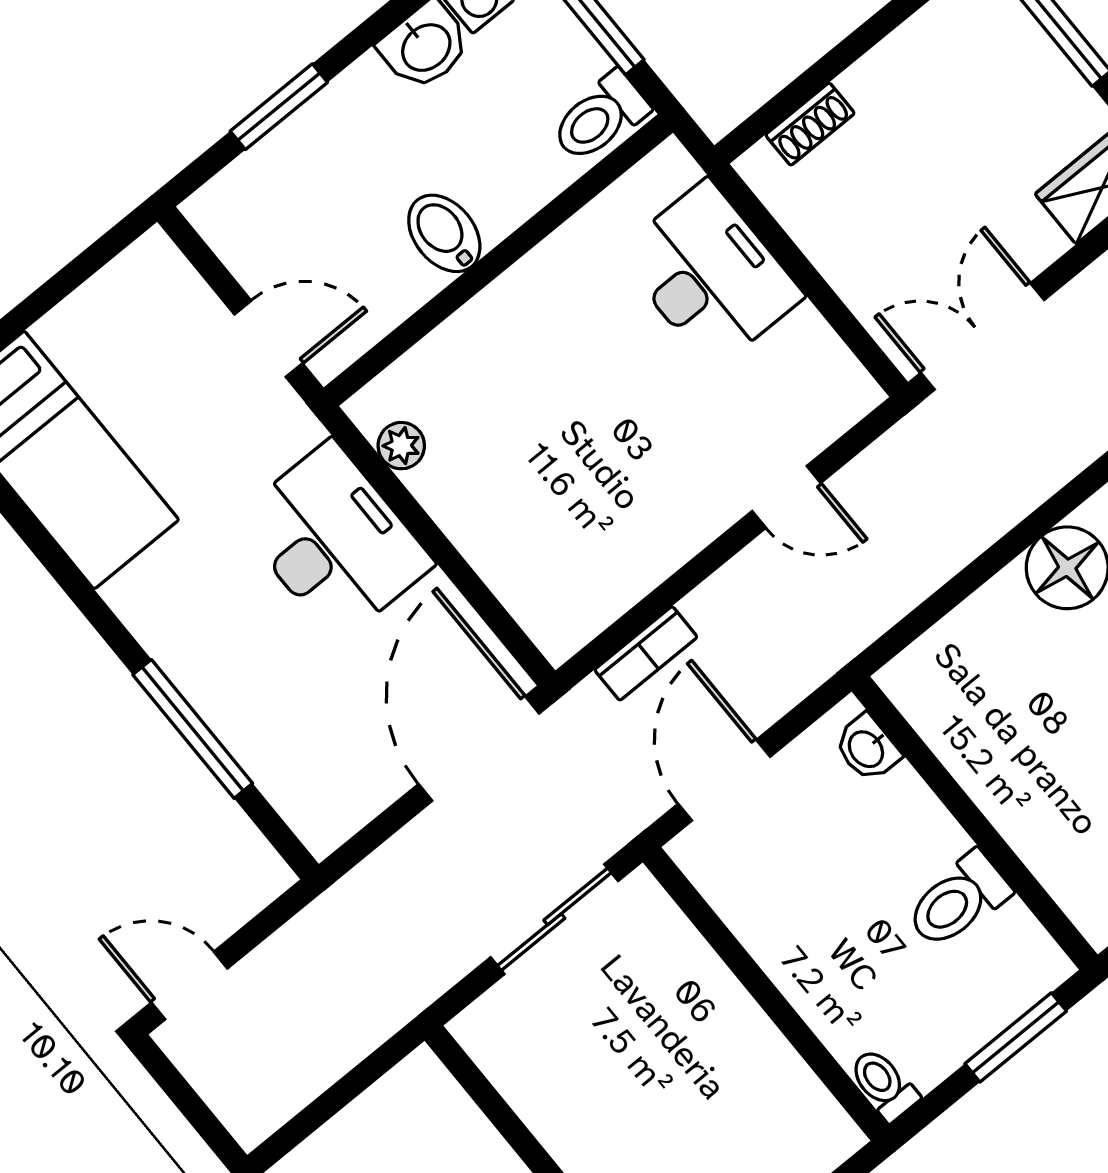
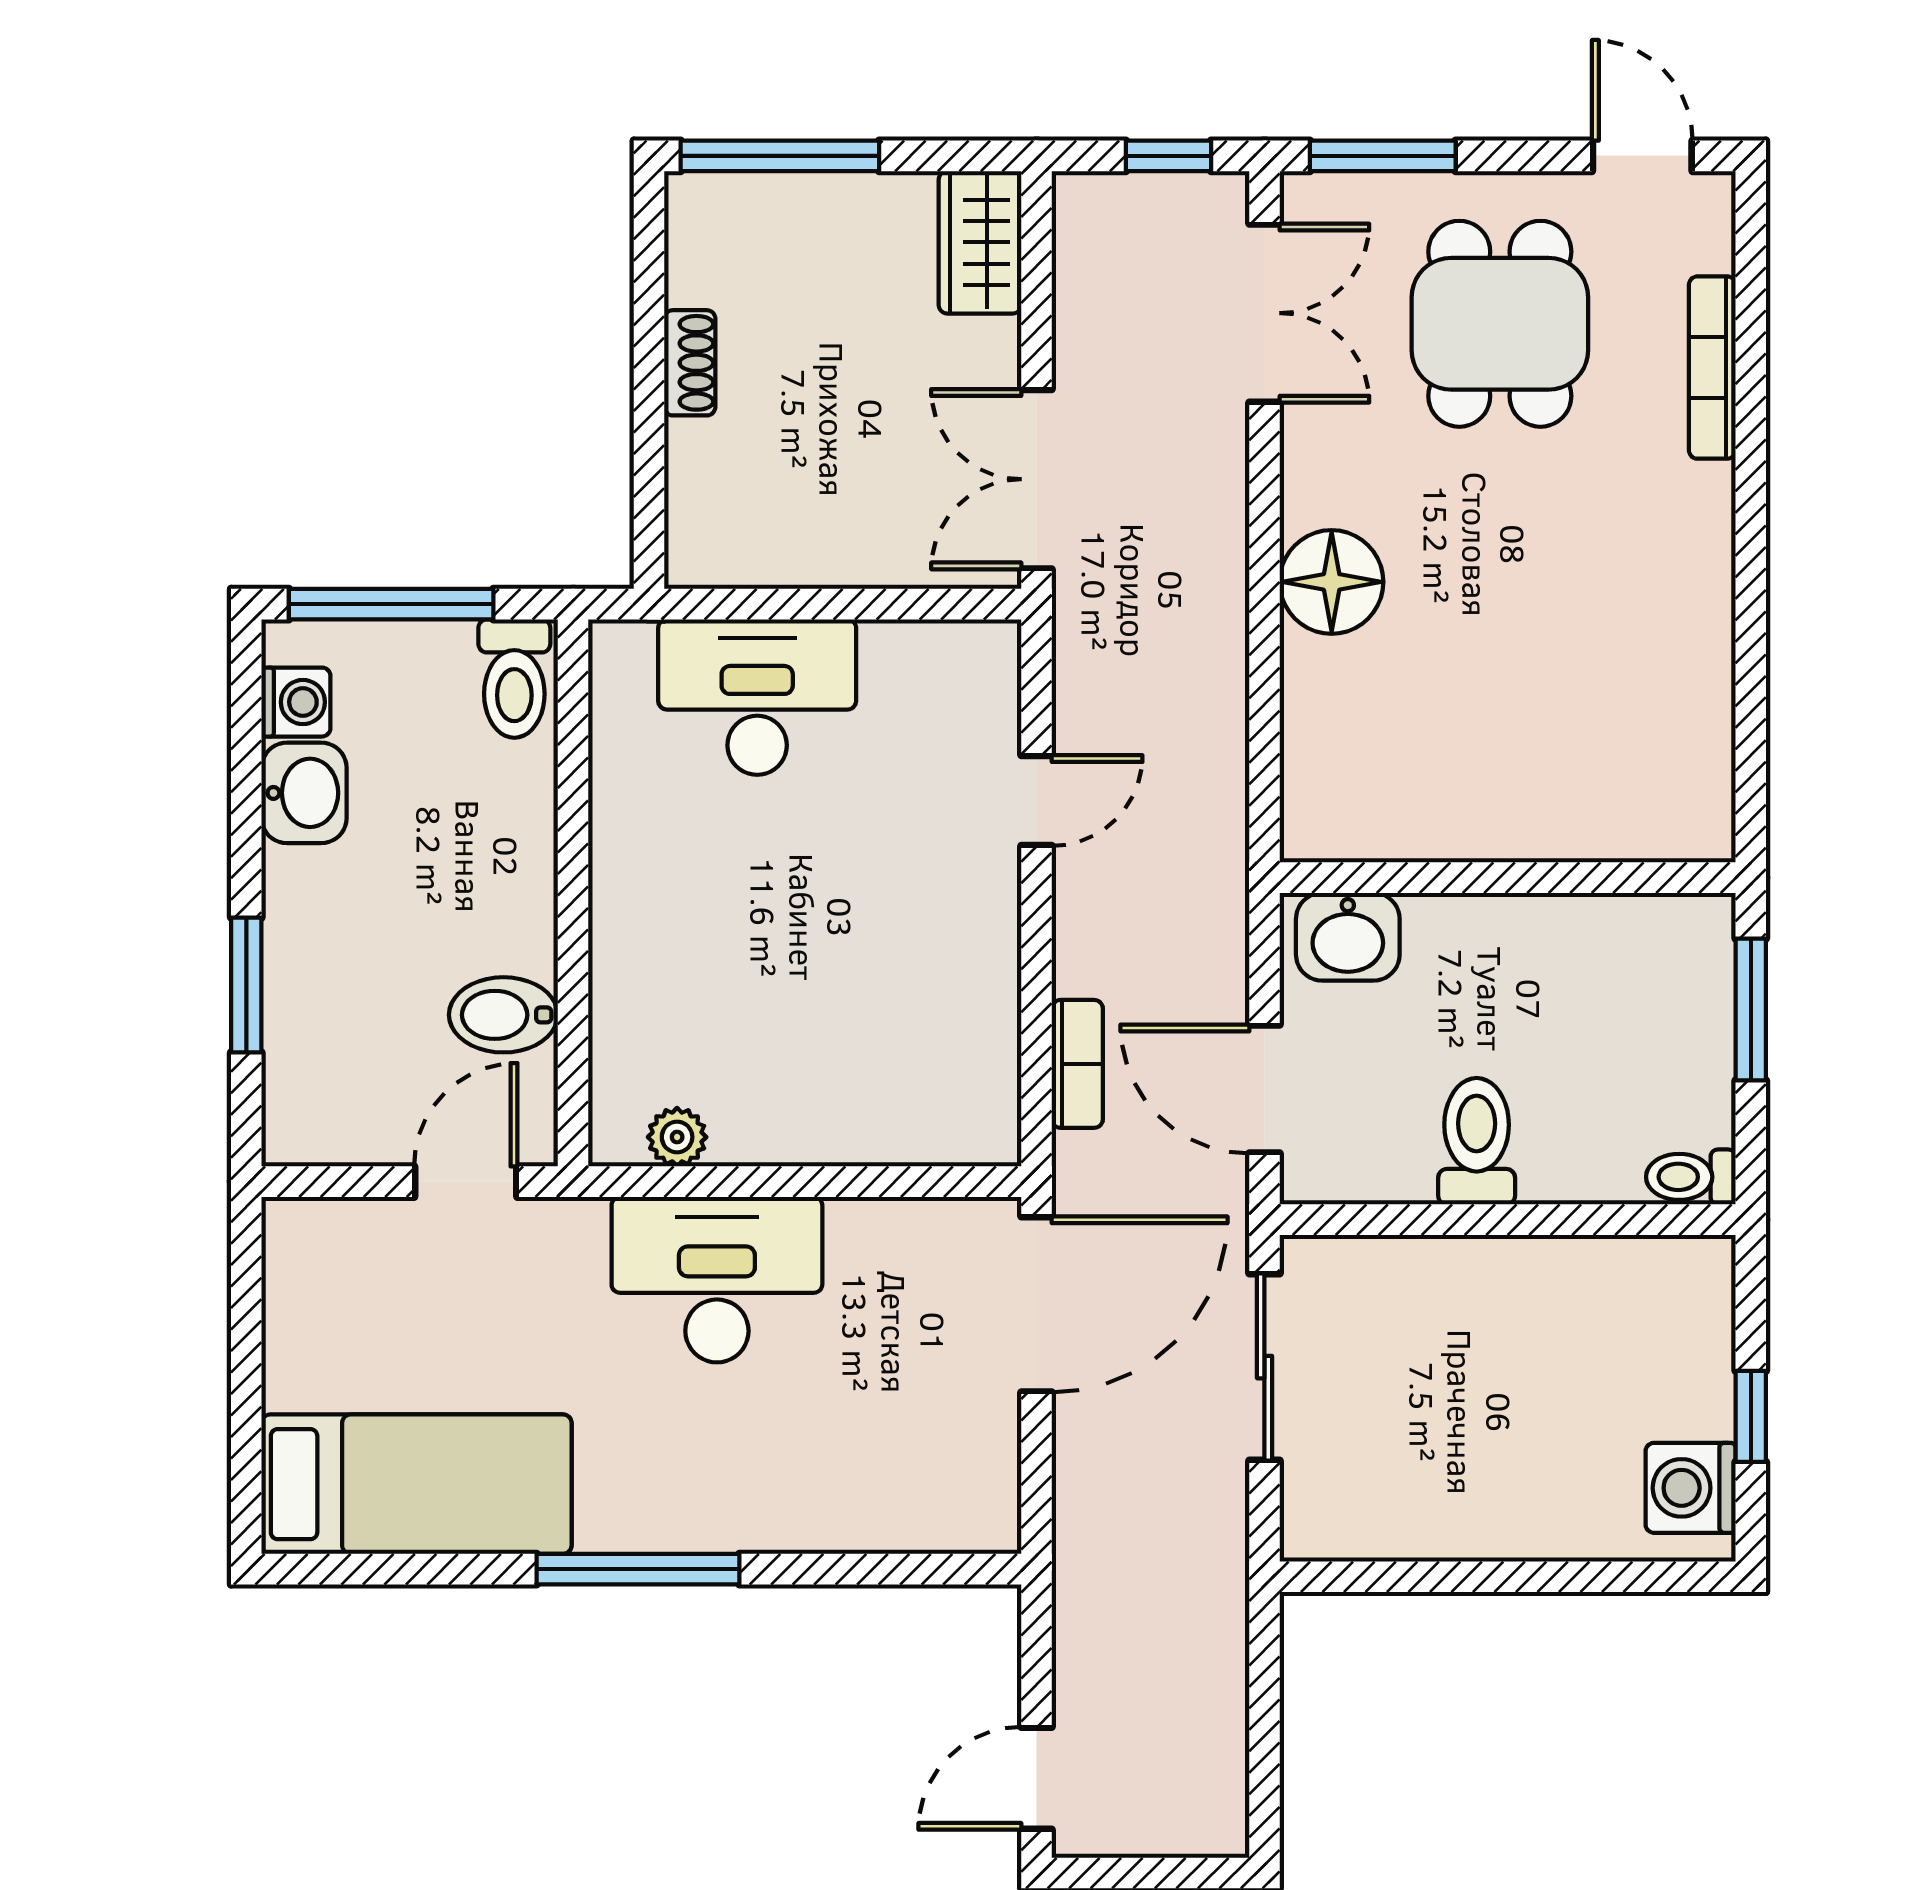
shoe rack: (810, 124) -> (690, 363), moved
bidet: (444, 233) -> (503, 1015), moved
window: (193, 729) -> (638, 1569), moved
washbasin: (867, 748) -> (1348, 937), width x1.38, depth x1.45
door: (479, 749) -> (1037, 1304), swing flipped
toilet: (958, 900) -> (1477, 1141), moved, turned 180

